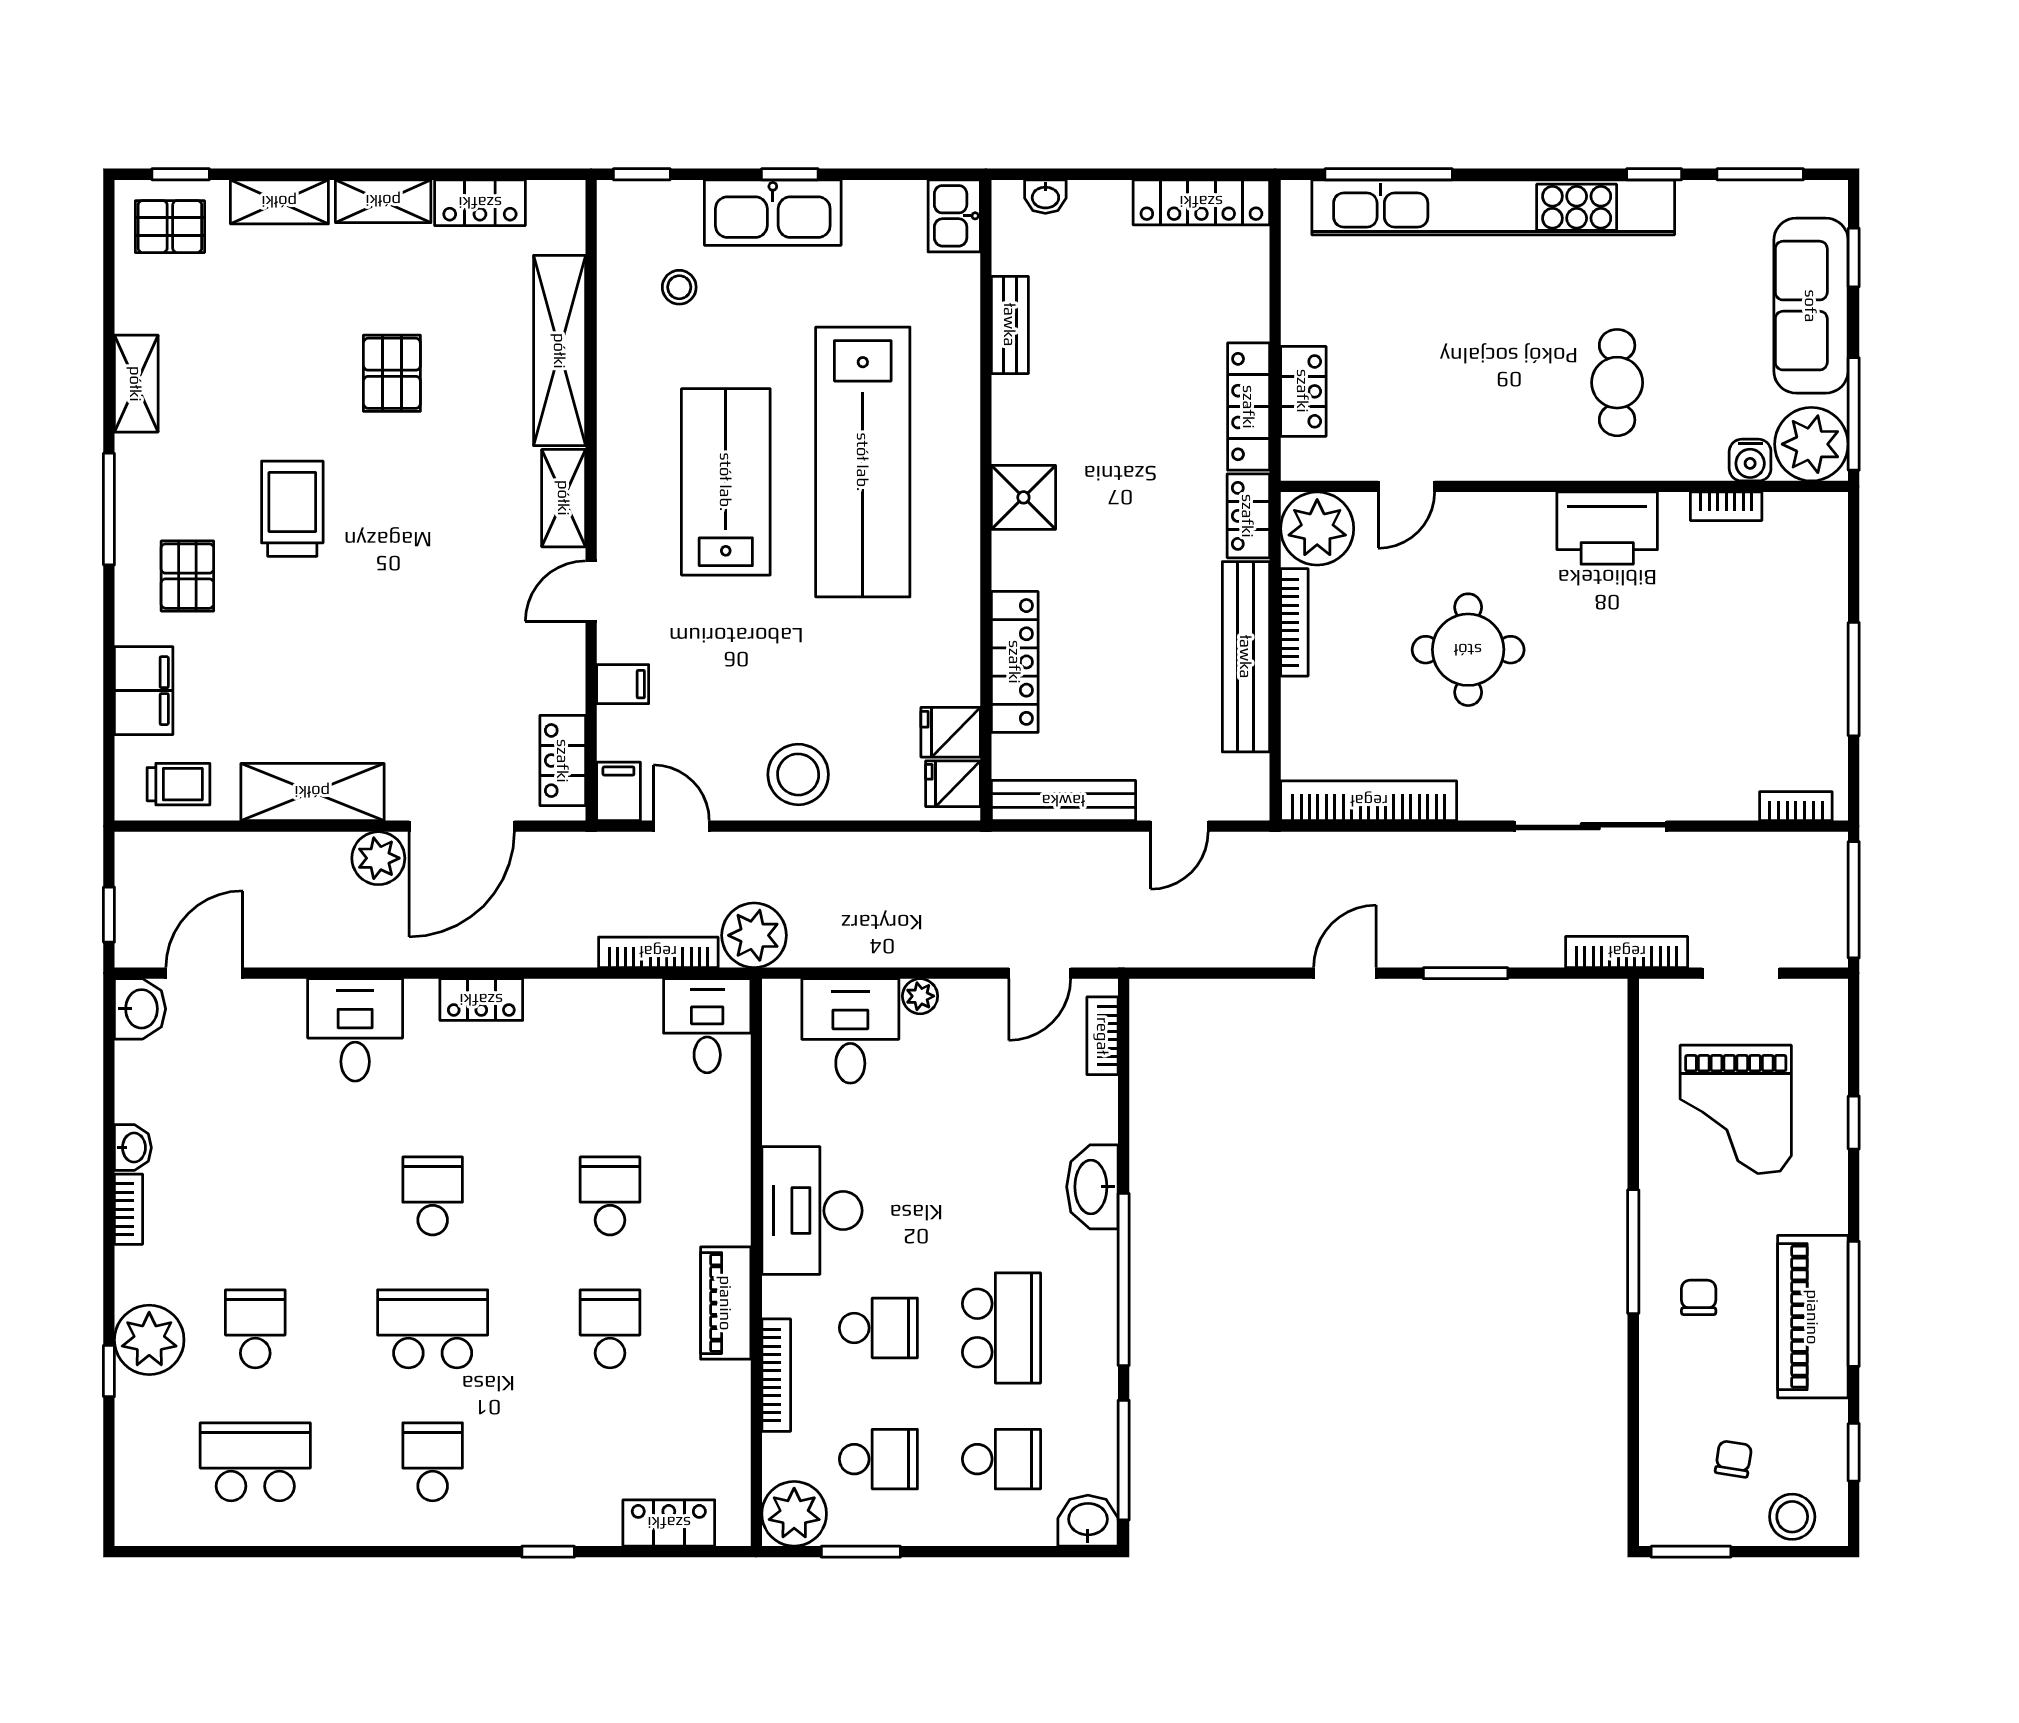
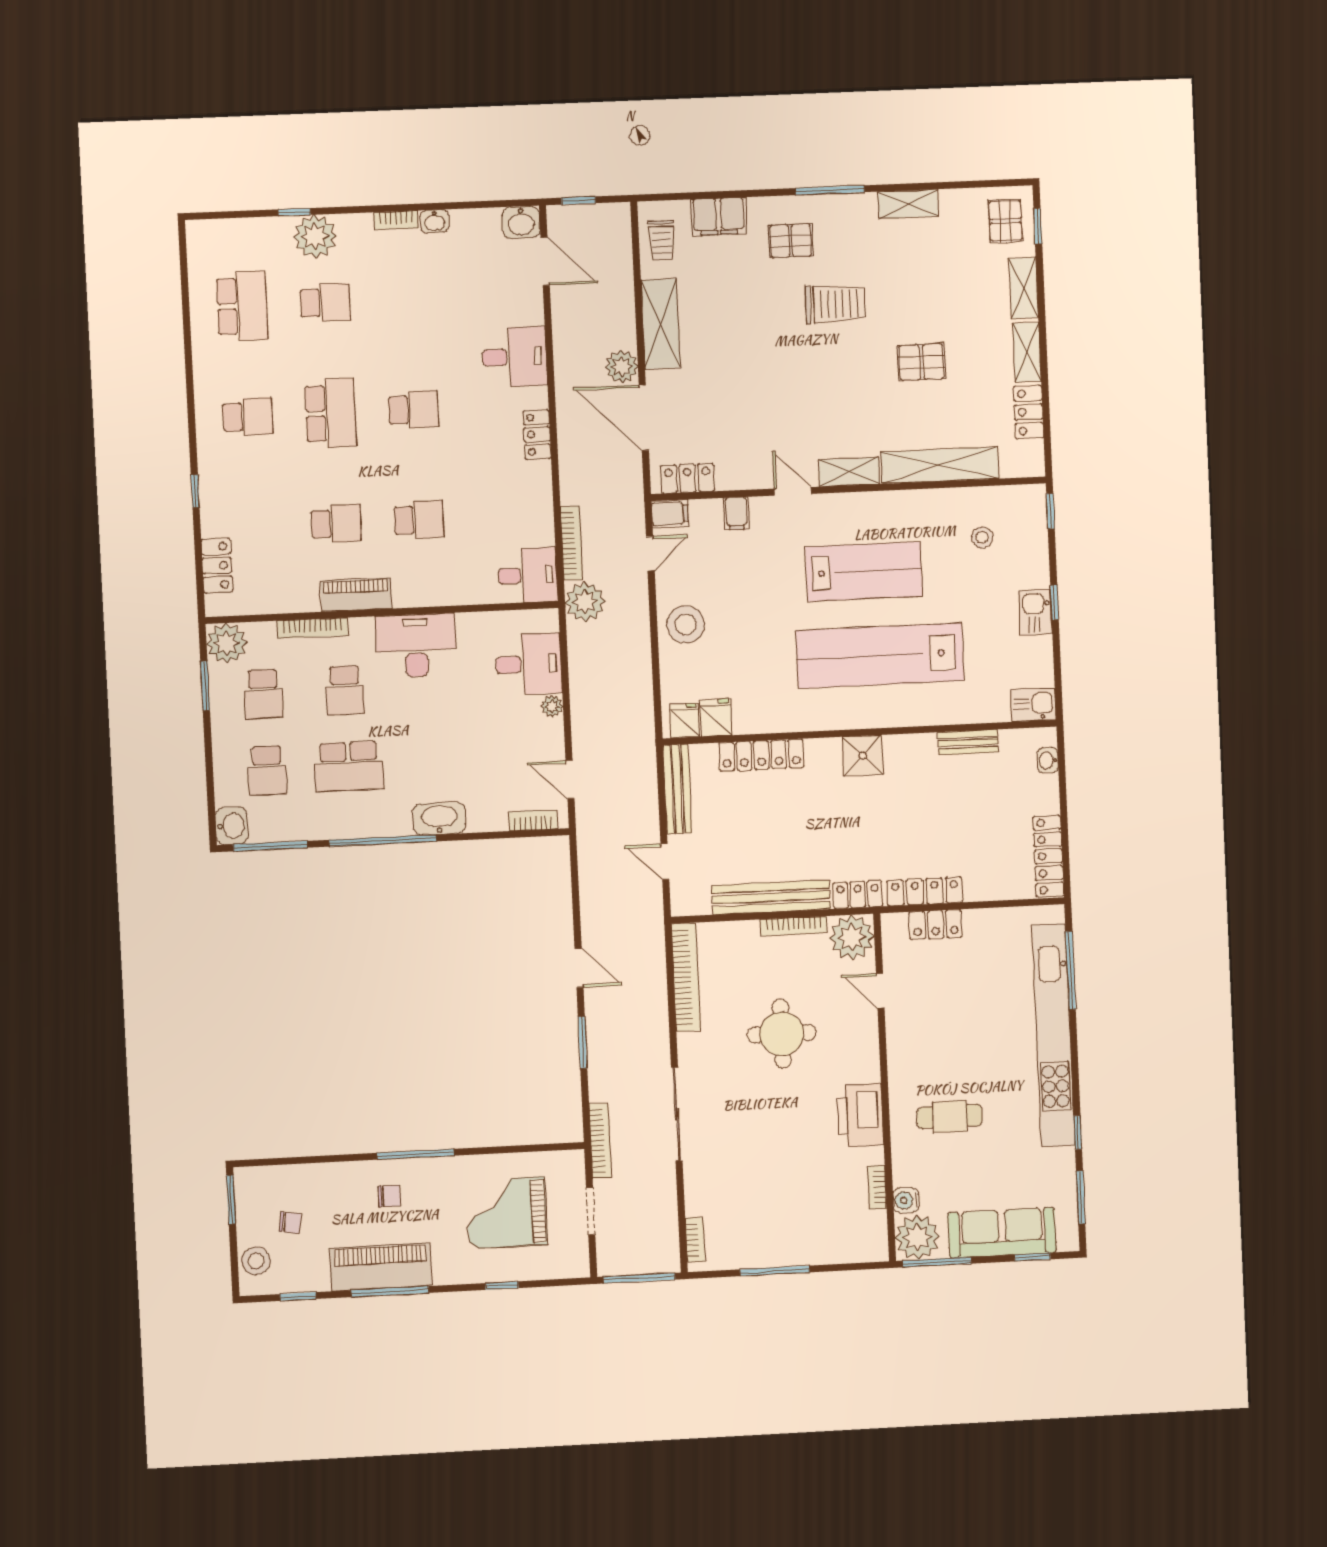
kitchen sink: (773, 213) -> (1035, 612), width x0.53, depth x0.81

